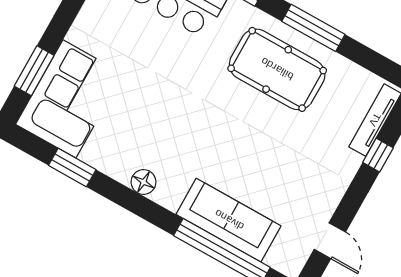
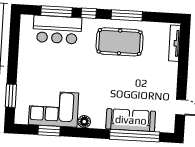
corner sofa: (69, 99) -> (54, 109), moved, turned -90
window: (378, 155) -> (183, 58), removed

